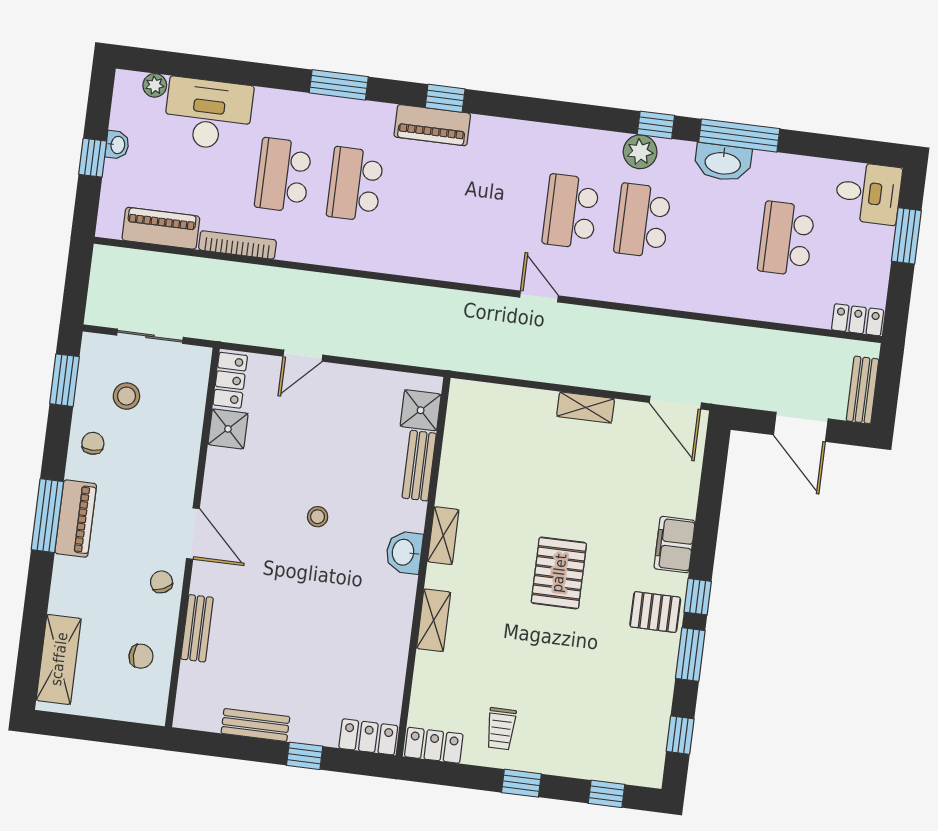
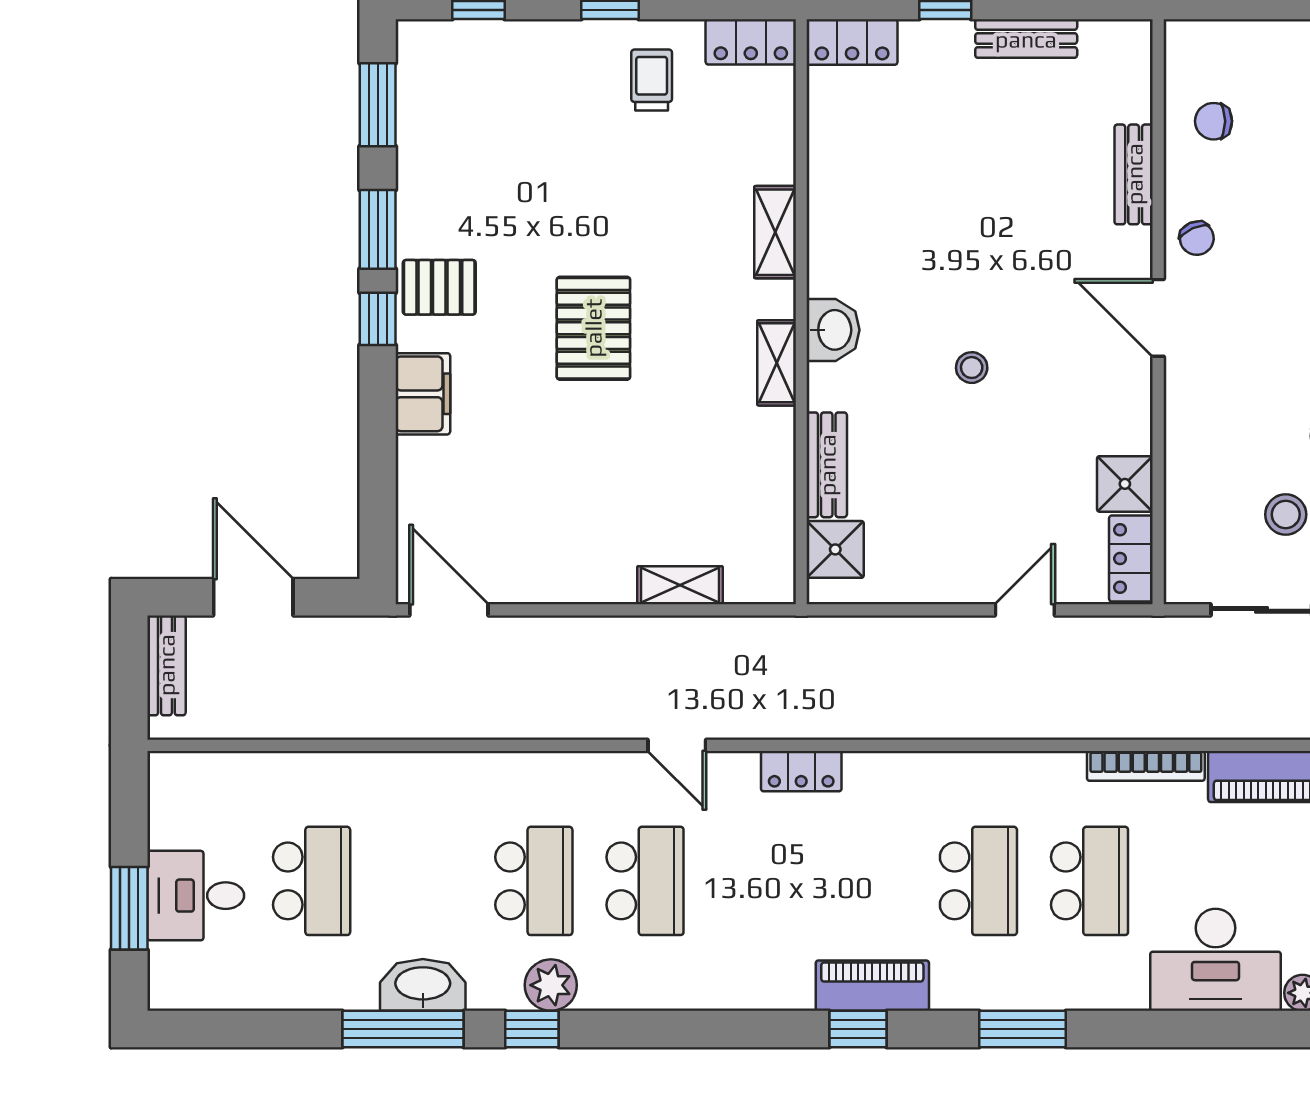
desk: (868, 193) -> (196, 896), moved
locker: (858, 320) -> (801, 771), moved
shelving: (586, 407) -> (680, 585), moved
window: (680, 735) -> (378, 105), width x1.50

